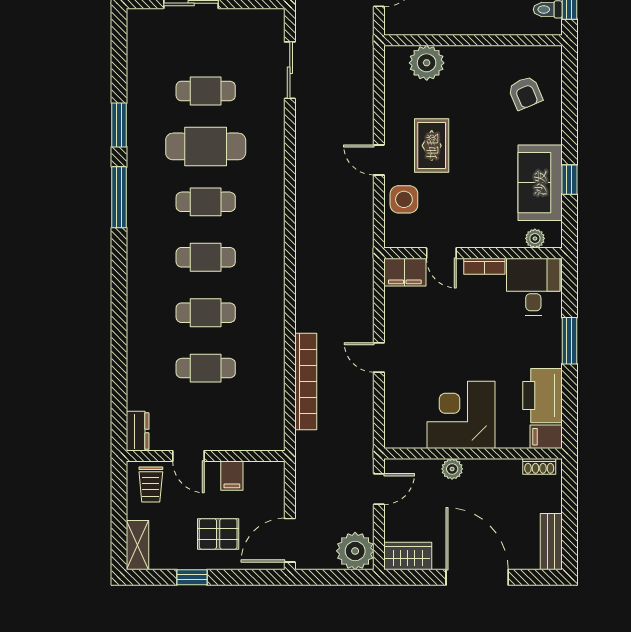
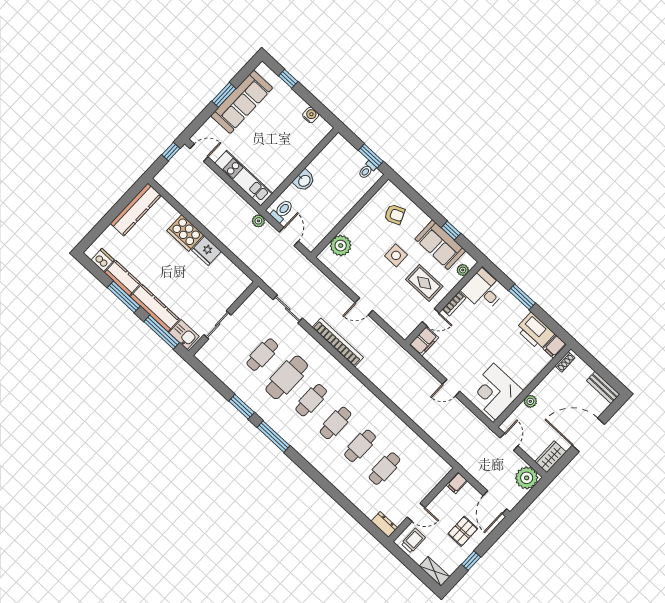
rug: (432, 146) -> (424, 283), moved
side table: (404, 199) -> (396, 255), moved
bookcase: (306, 382) -> (338, 342), moved
corner desk: (461, 415) -> (495, 392), moved
filing cabinet: (232, 476) -> (457, 483), moved, turned 90
trolley: (151, 484) -> (413, 541), turned -90

